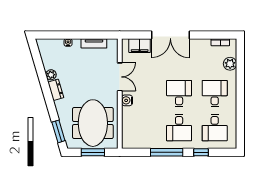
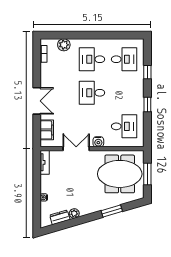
double door: (170, 35) -> (37, 101), width x0.73
tv unit: (94, 43) -> (45, 162), moved
dresser: (56, 90) -> (60, 217), moved
desk: (179, 128) -> (124, 126), moved
window: (58, 131) -> (112, 211), moved
window: (167, 152) -> (147, 105), width x0.46

